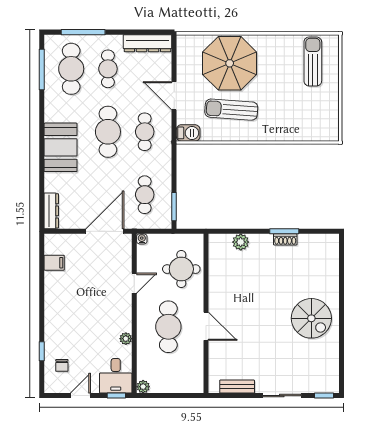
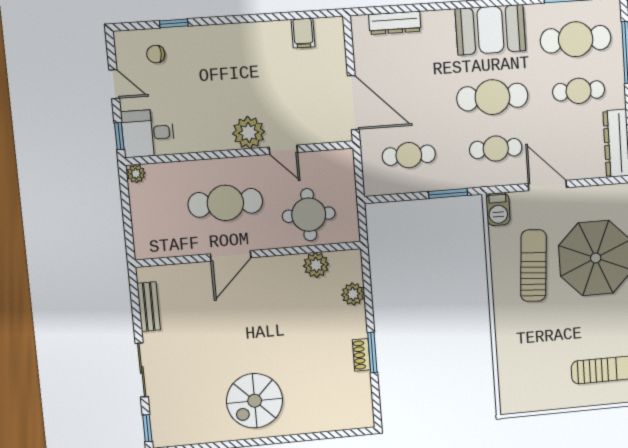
door: (174, 96) -> (547, 186), hinge flipped
booth: (61, 147) -> (490, 30), moved
window: (174, 207) -> (448, 193), moved
dresser: (51, 211) -> (395, 23), moved
water cooler: (142, 239) -> (347, 156), removed
plant: (218, 267) -> (316, 265), added
plant: (126, 339) -> (249, 133), moved, width x1.88, depth x1.88

